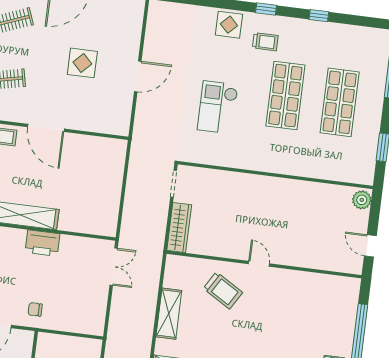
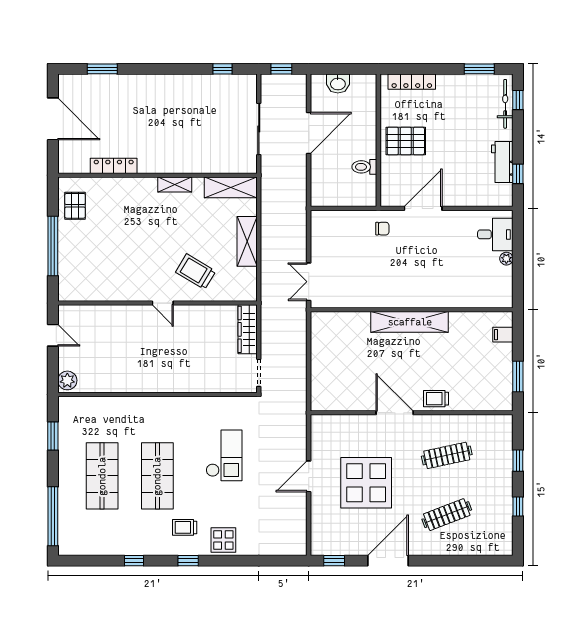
display table: (82, 63) -> (366, 483), width x1.86, depth x1.86
printer: (42, 243) -> (383, 296), removed

